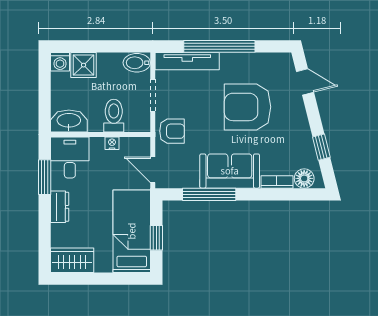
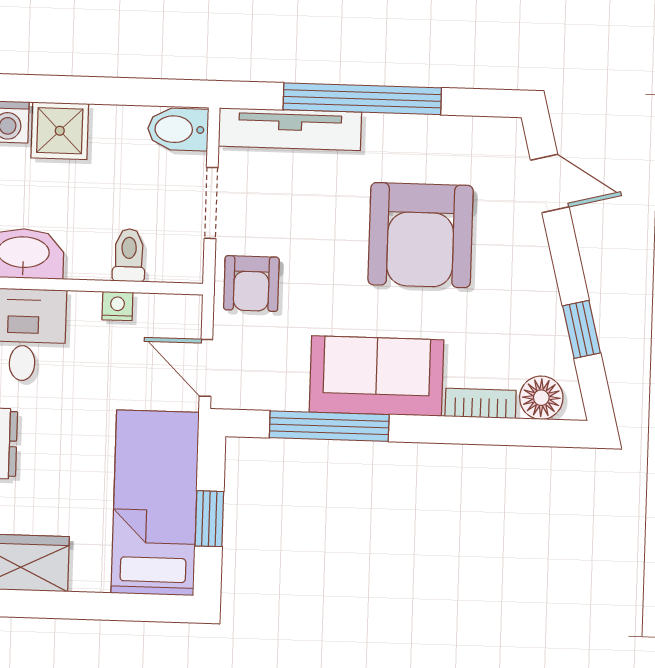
armchair: (248, 107) -> (421, 235), turned -90
toilet: (114, 116) -> (129, 255), width x0.73, depth x0.72
armchair: (172, 131) -> (251, 284), turned 90

